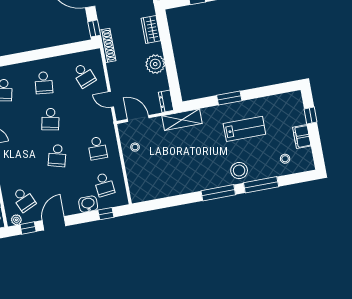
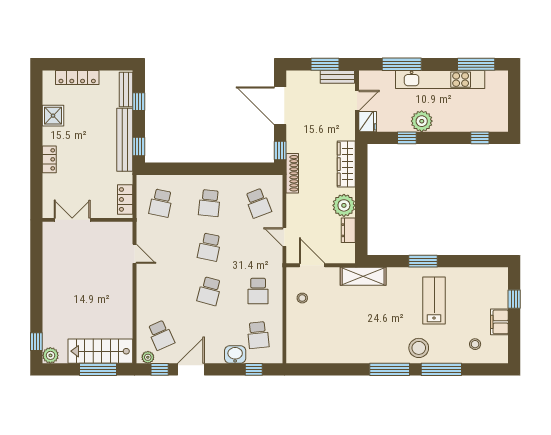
wardrobe: (151, 29) -> (346, 164), width x1.50
dresser: (166, 101) -> (348, 230), moved
lab bench: (244, 129) -> (434, 301), turned -90

